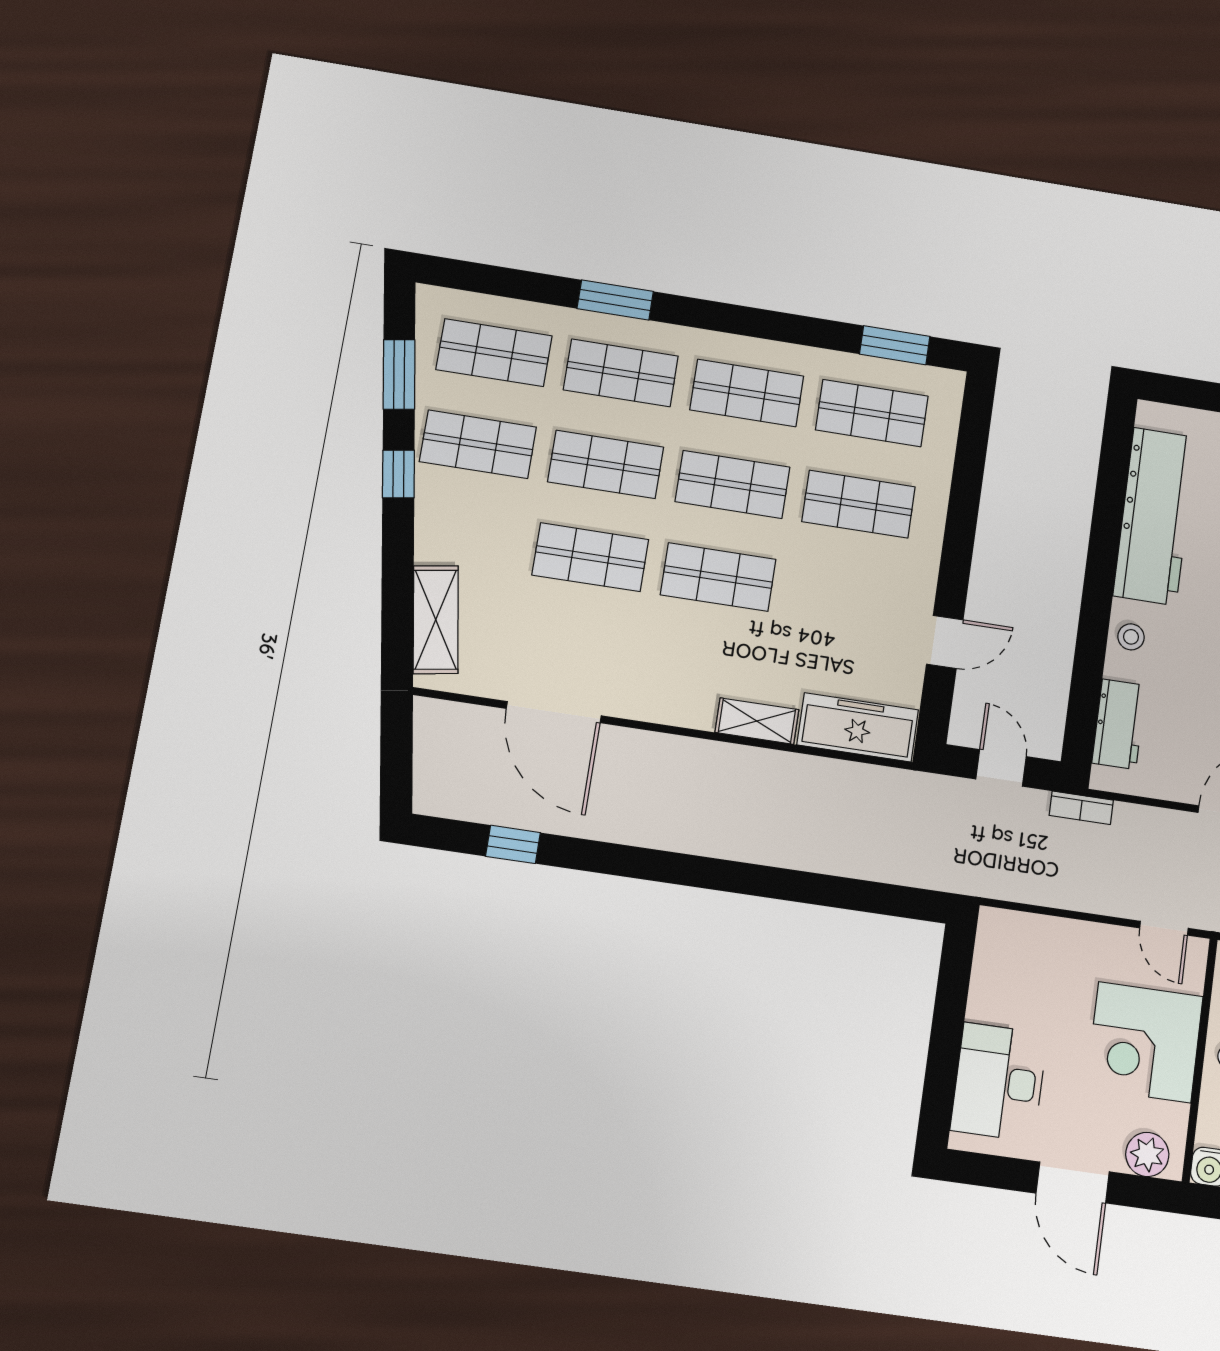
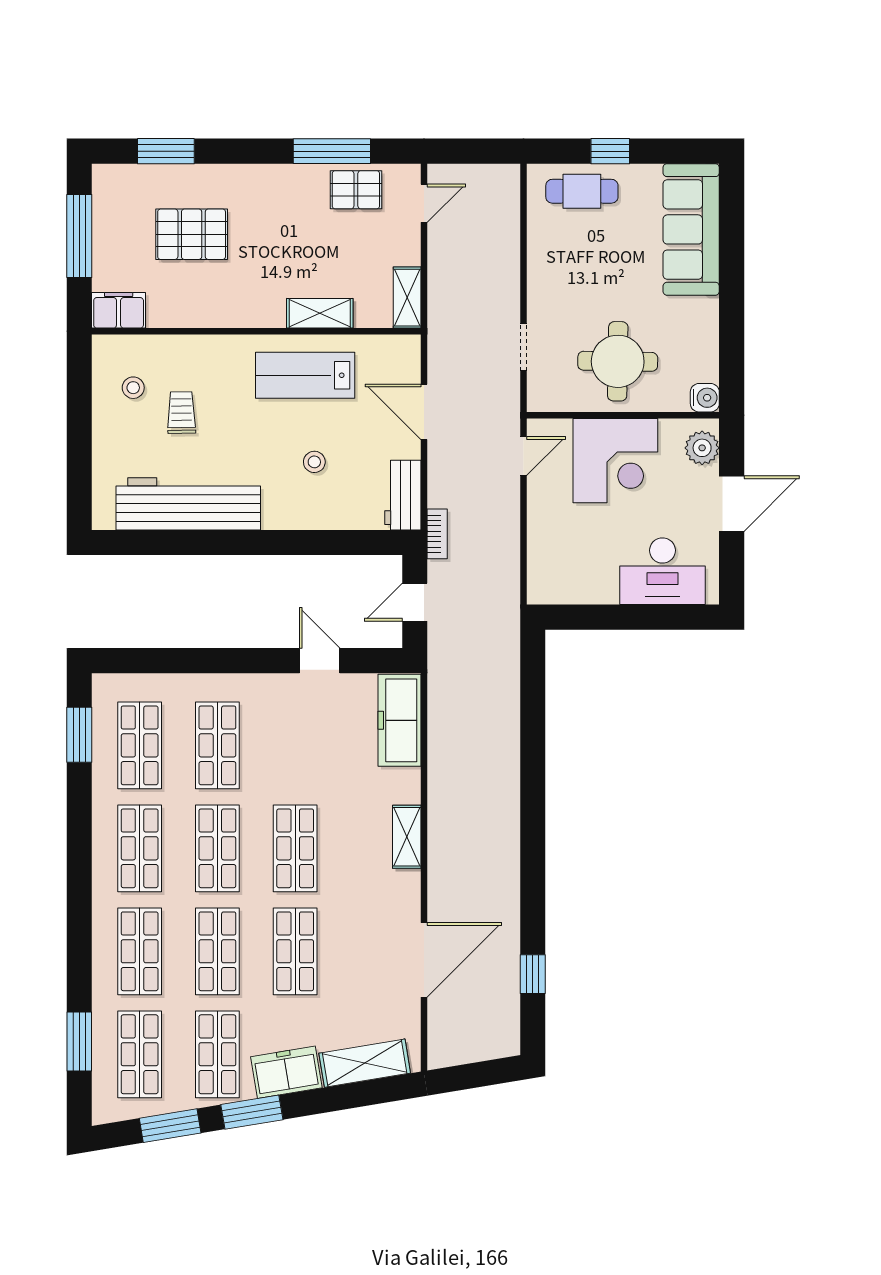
window: (615, 300) -> (79, 1042), moved
window: (398, 474) -> (252, 1112), width x1.50
freezer: (441, 523) -> (286, 1072), added
stool: (1131, 637) -> (314, 462), moved
shelving: (757, 721) -> (407, 837), moved
workbench: (1119, 724) -> (403, 495), moved, turned -90

